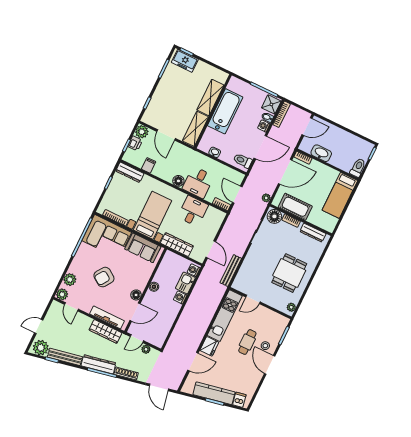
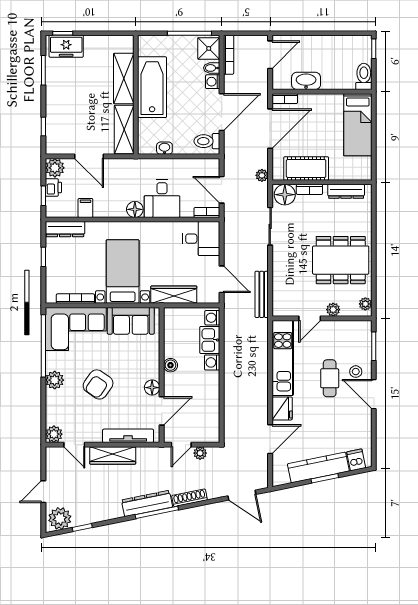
desk: (193, 211) -> (201, 239), moved, turned 90
dining table: (289, 273) -> (341, 260), width x1.38
plant: (70, 280) -> (55, 380), moved
plant: (270, 301) -> (333, 310), added
wardrobe: (105, 331) -> (113, 455), moved
bench: (65, 357) -> (98, 515), removed

